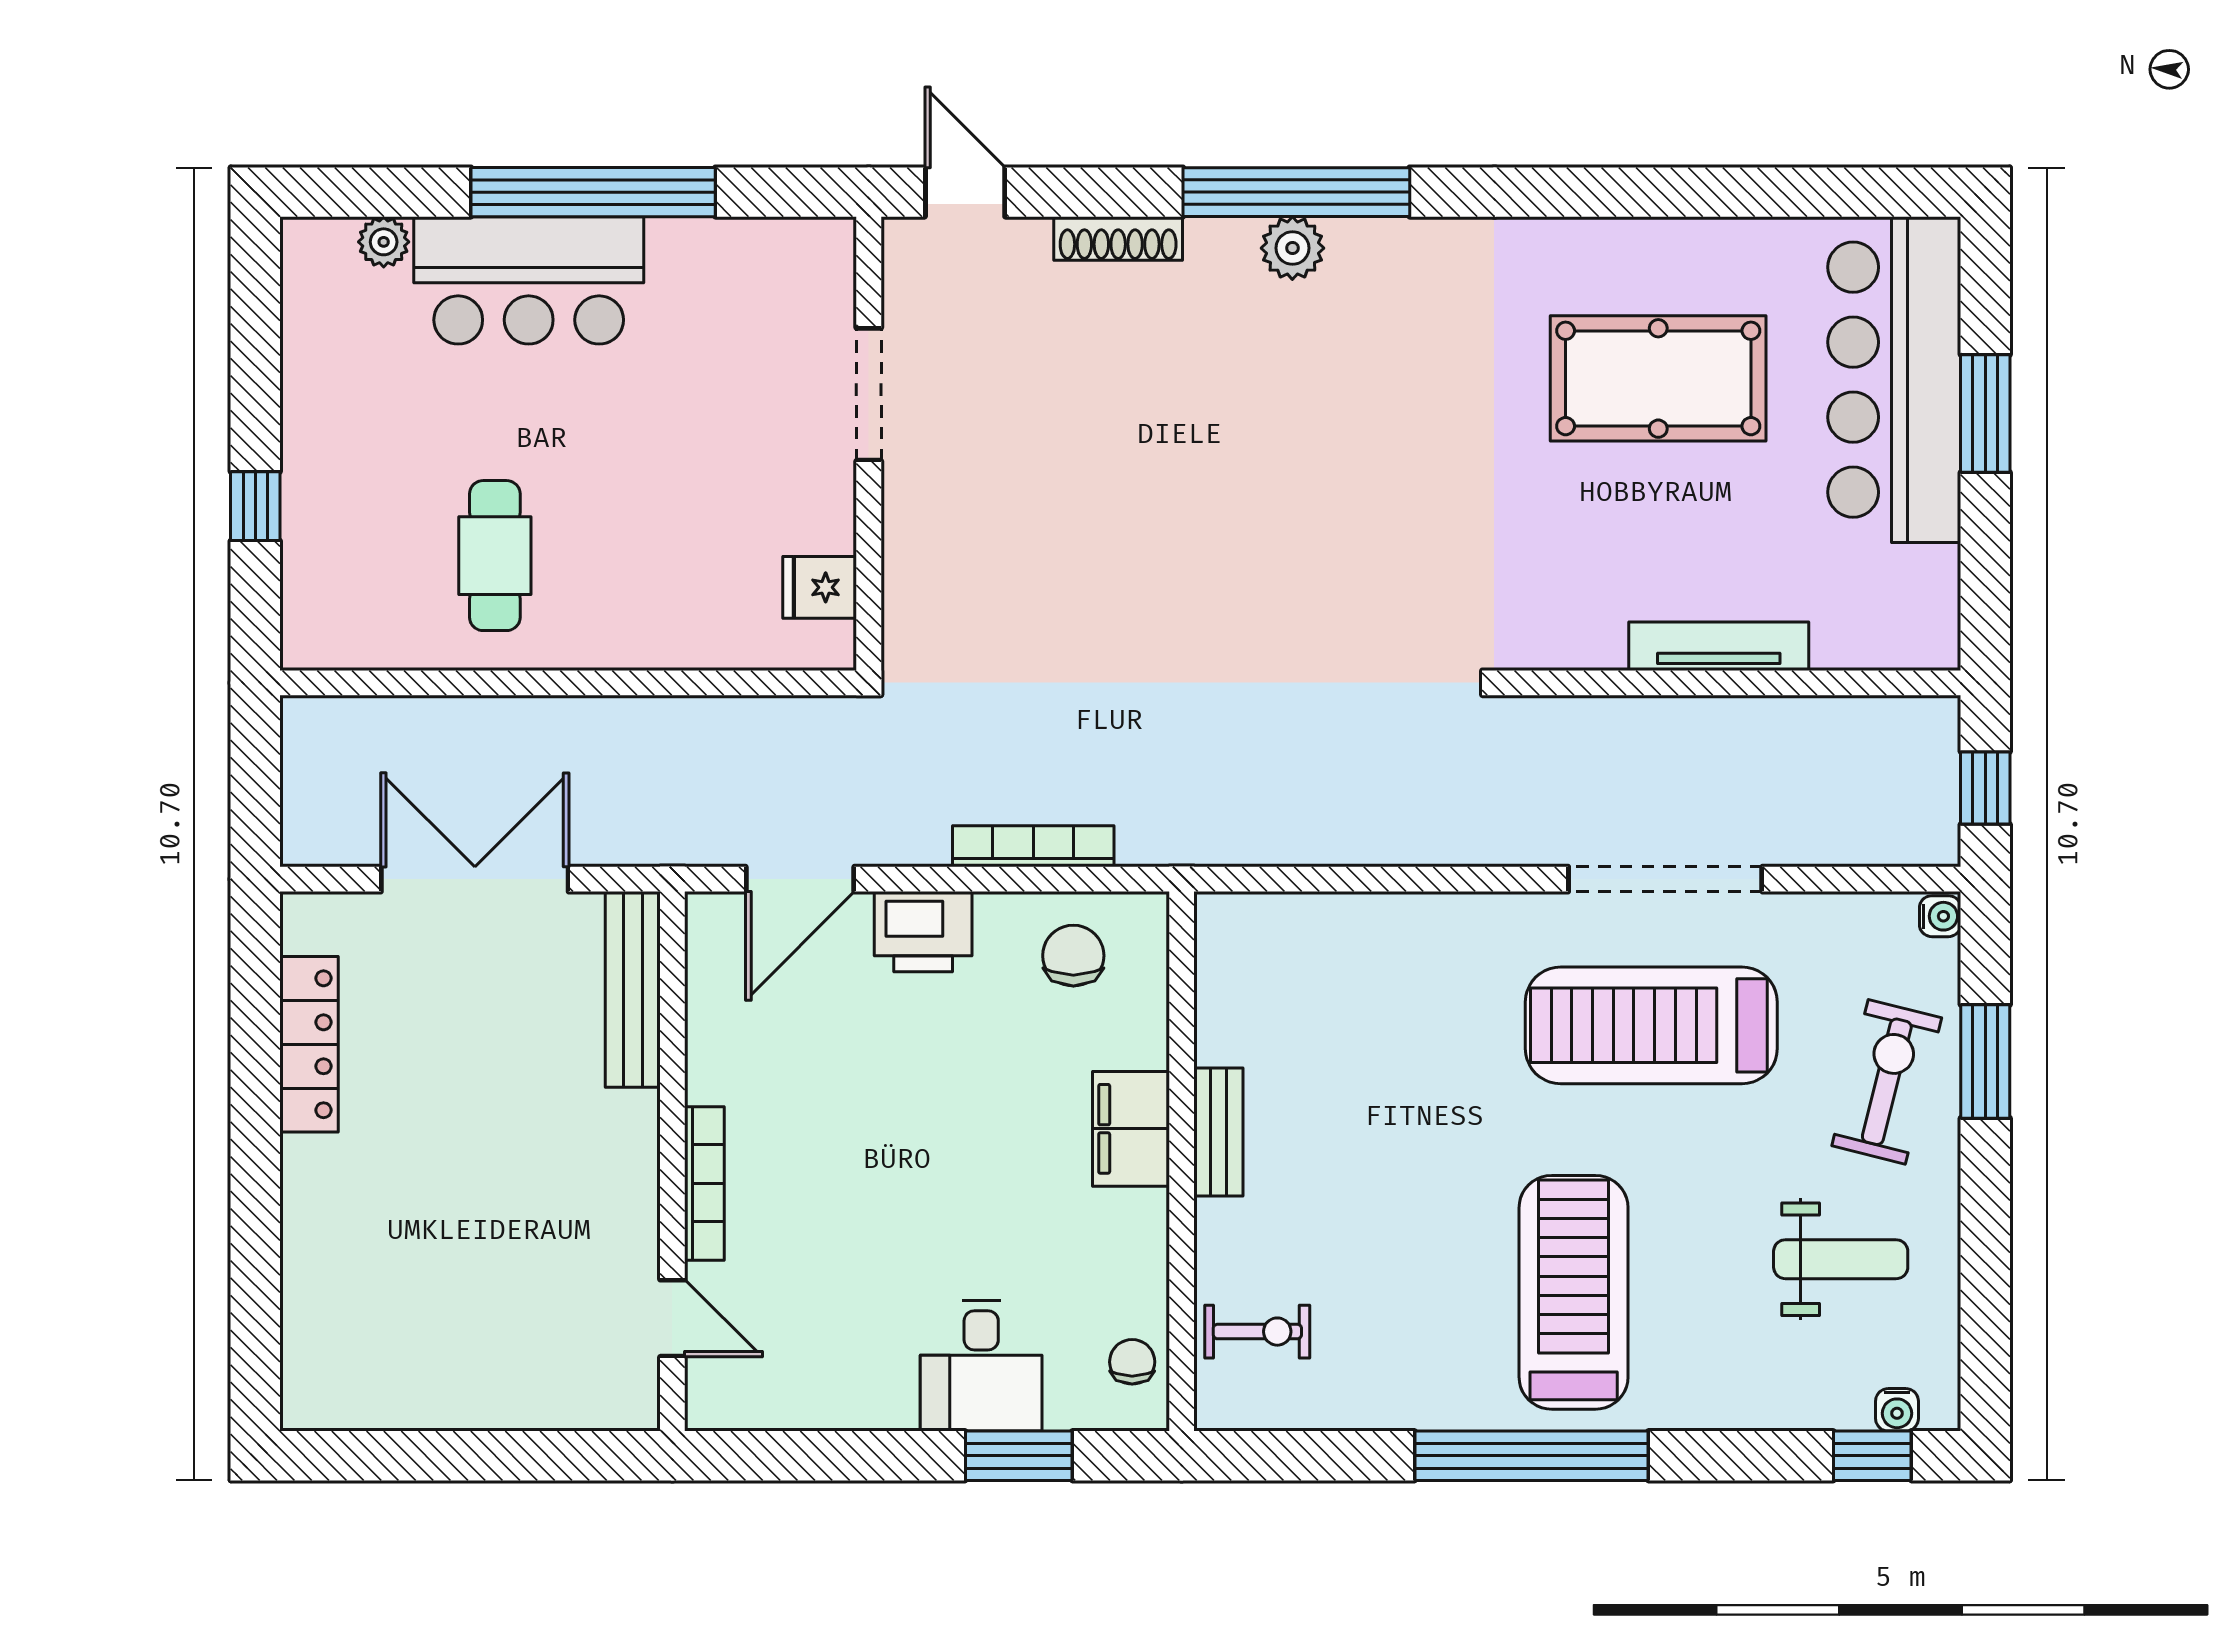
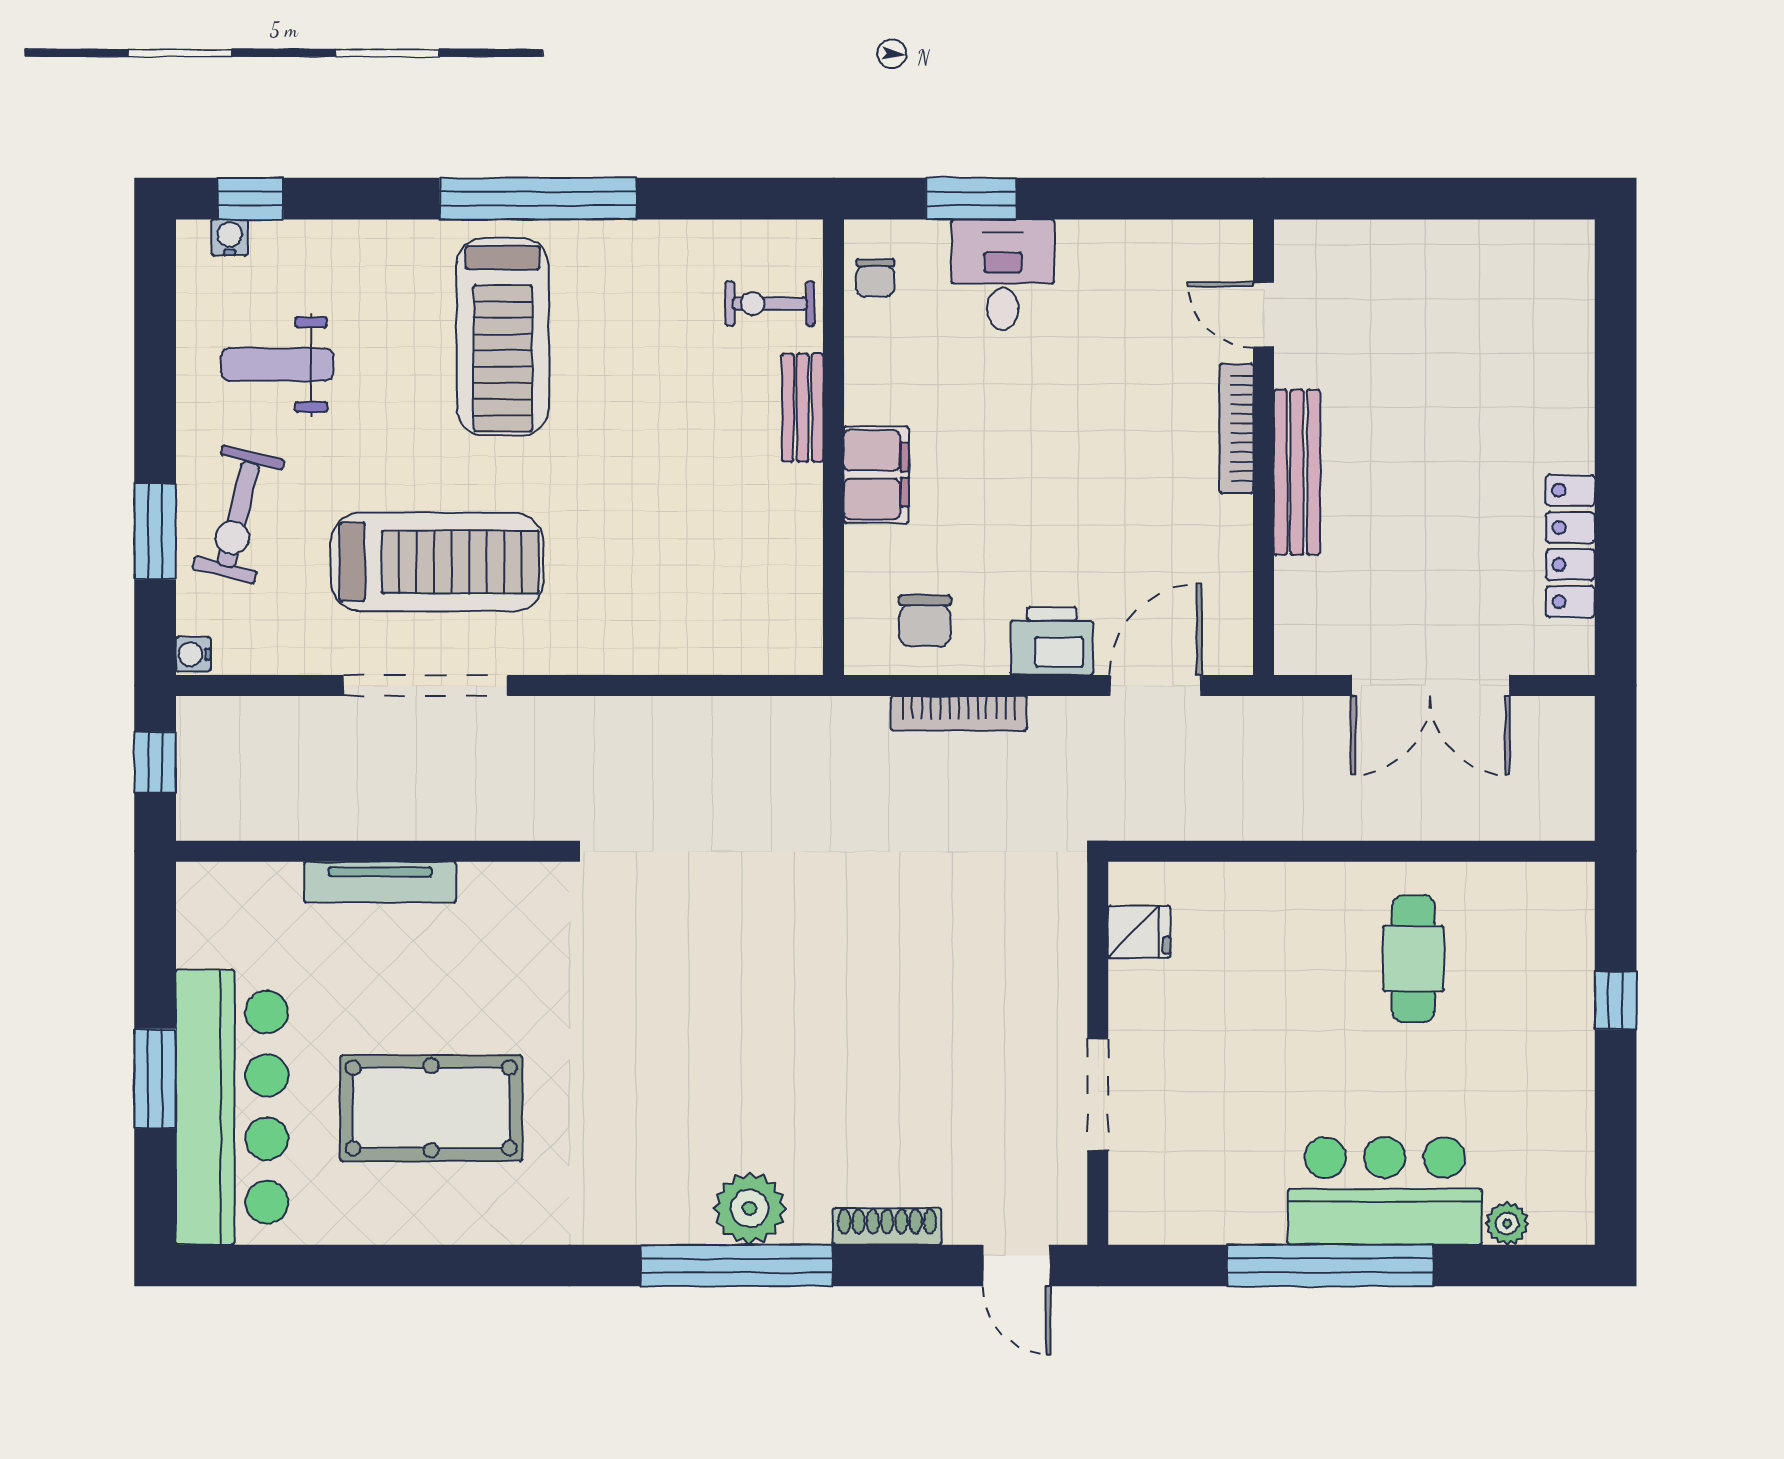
plant: (1292, 248) -> (750, 1209), width x1.36, depth x1.36
bench: (633, 989) -> (1297, 472), moved
bench: (1218, 1132) -> (803, 408), moved

